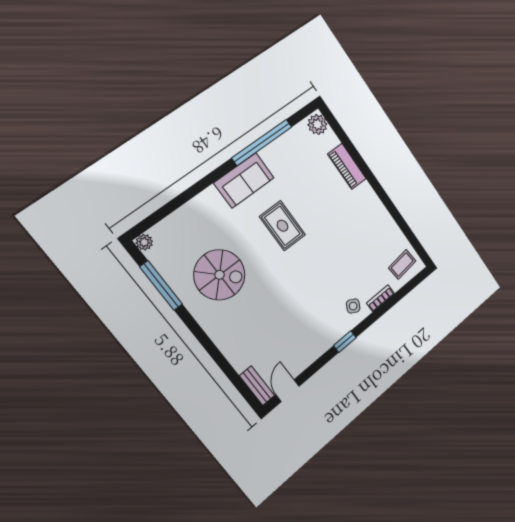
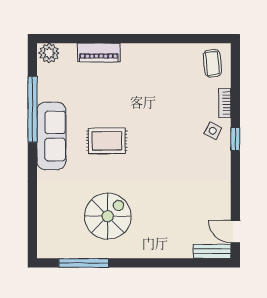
sofa: (244, 180) -> (51, 136), width x1.36
plant: (144, 242) -> (44, 251), removed
window: (345, 342) -> (235, 139), moved

